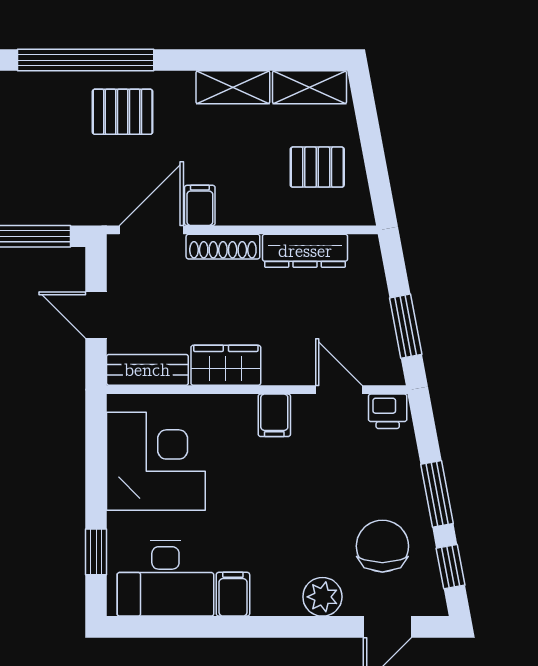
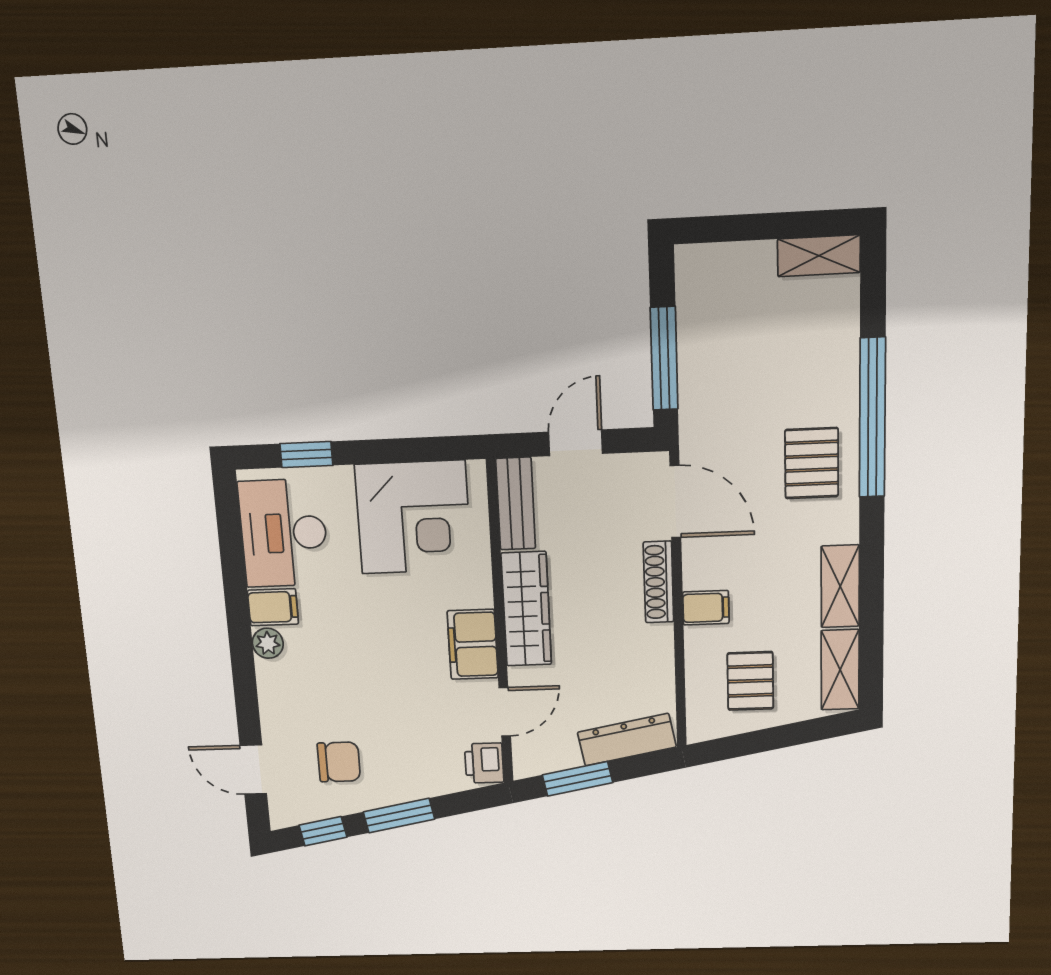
filing cabinet: (200, 205) -> (706, 608), moved
dresser: (305, 251) -> (627, 740), moved, turned 79
wardrobe: (226, 365) -> (526, 609), width x1.50
filing cabinet: (274, 415) -> (473, 644), width x2.00
chair: (382, 546) -> (339, 762), width x0.73, depth x0.73
plant: (322, 597) -> (268, 643), moved, width x0.73, depth x0.73

